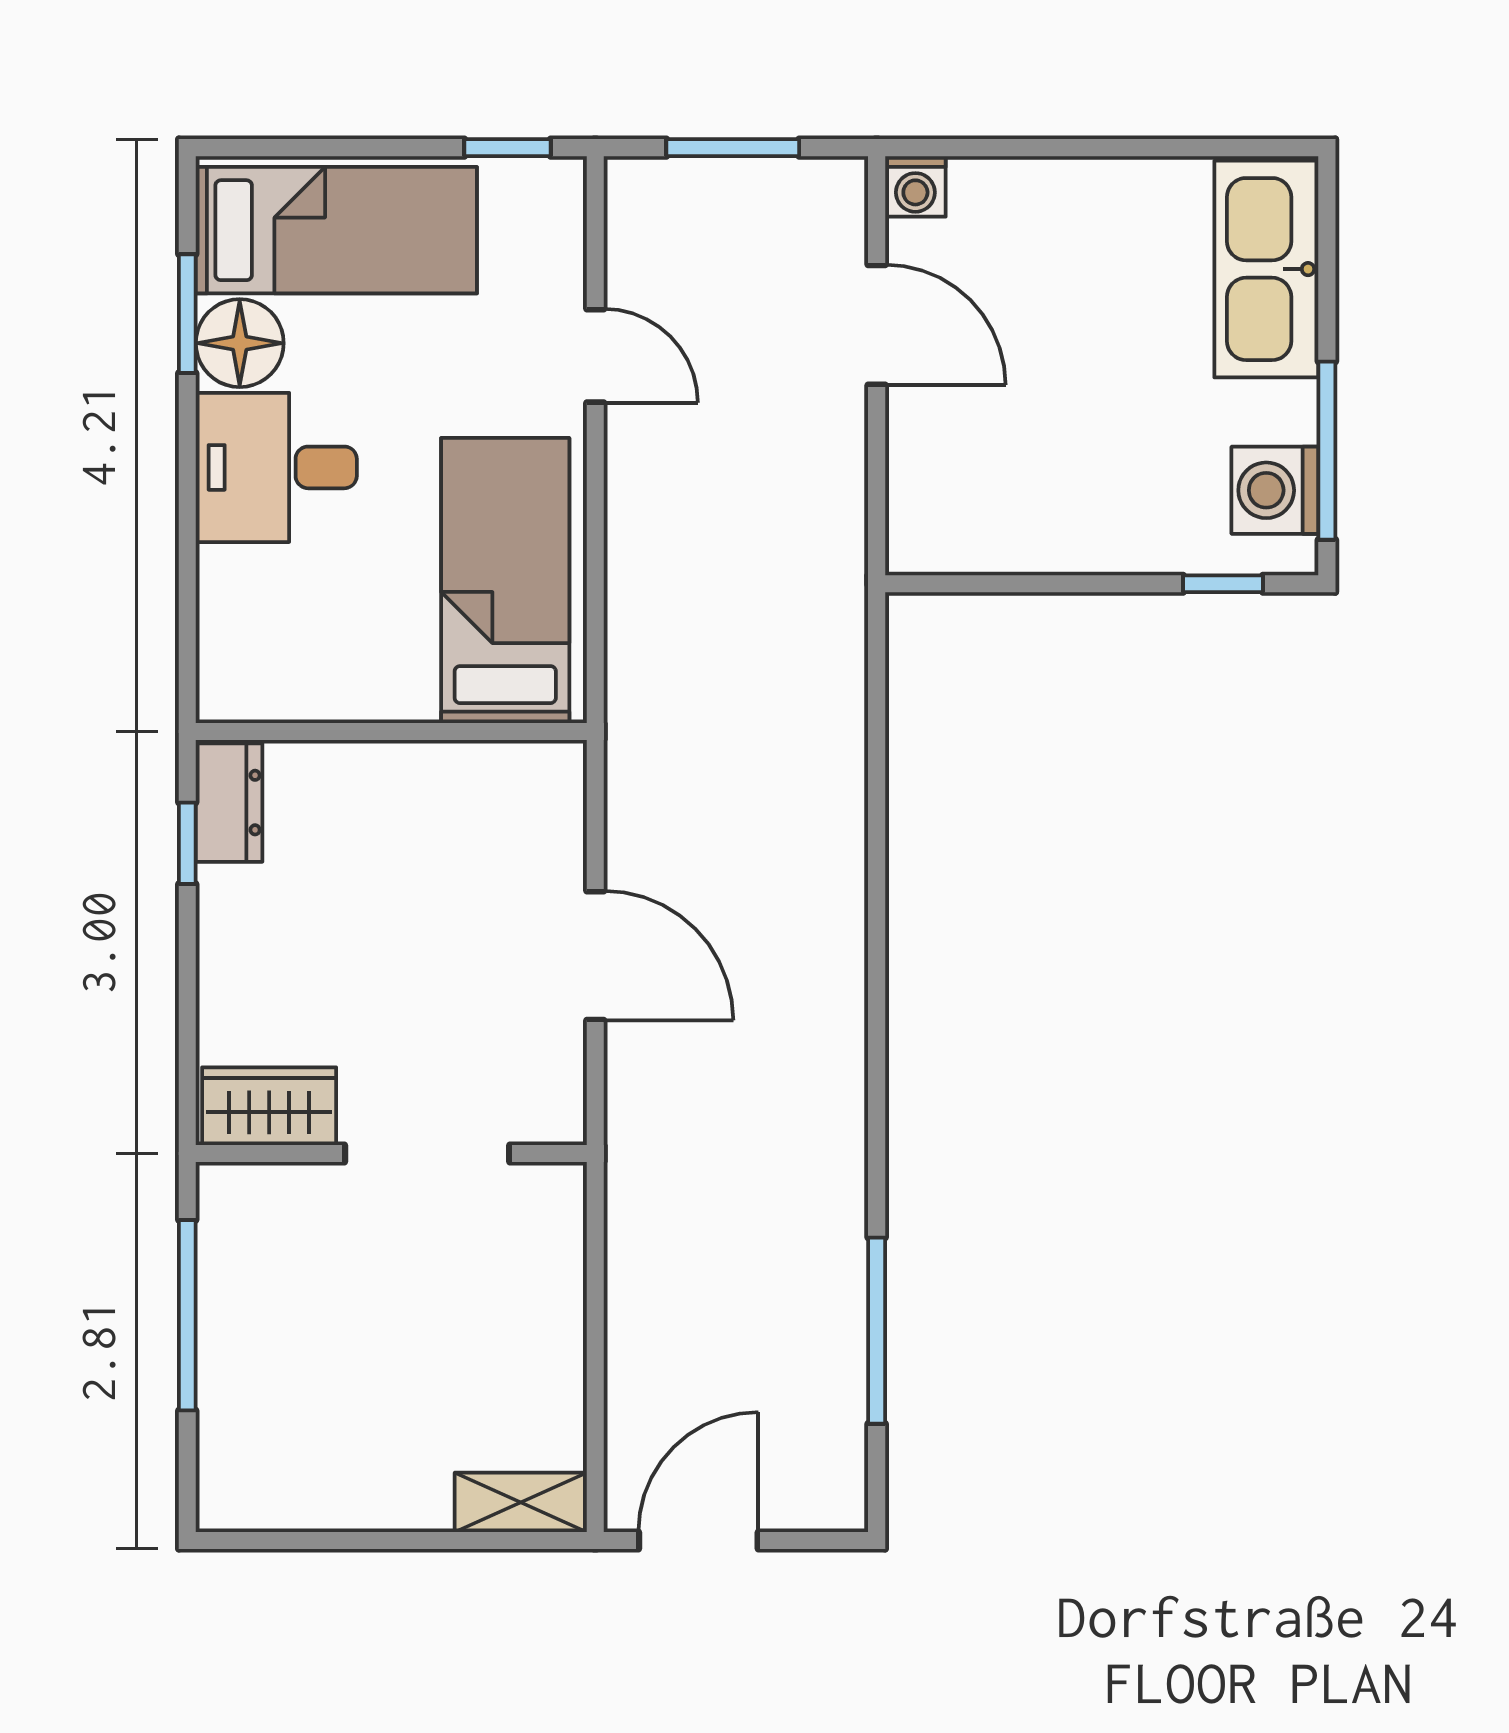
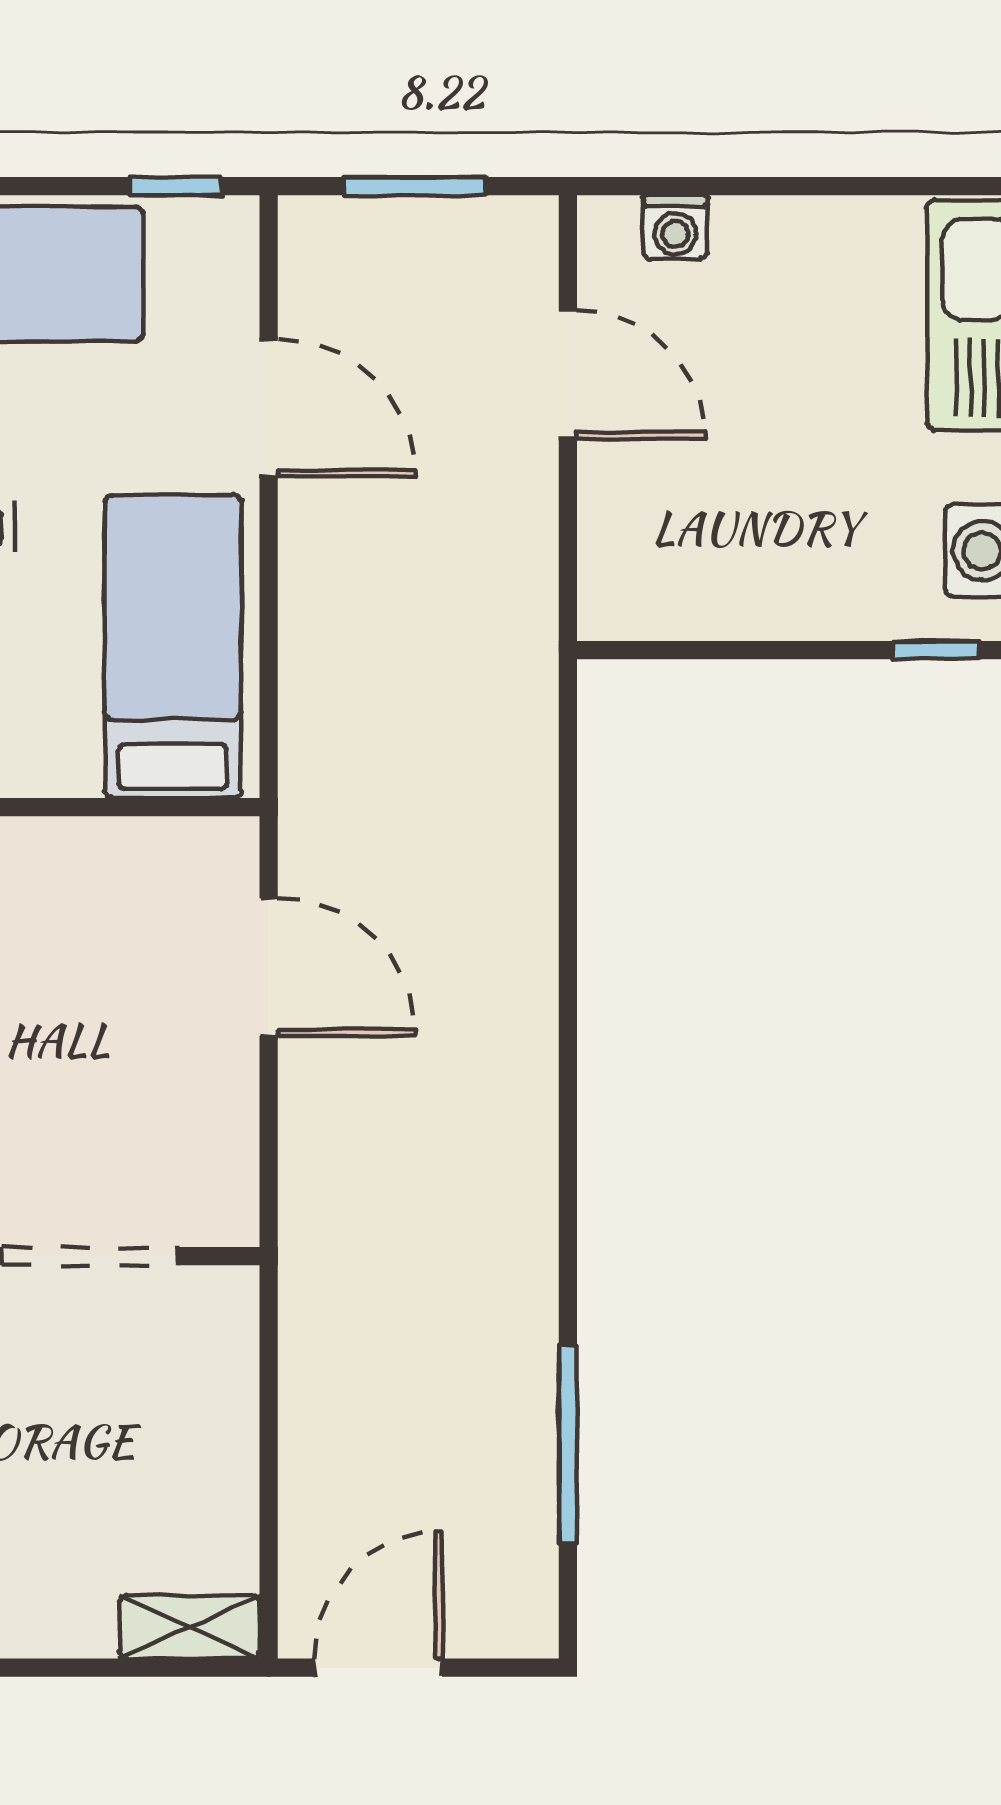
washing machine: (915, 186) -> (675, 227), moved
door: (595, 356) -> (269, 408), width x1.38
door: (595, 956) -> (269, 967), moved

